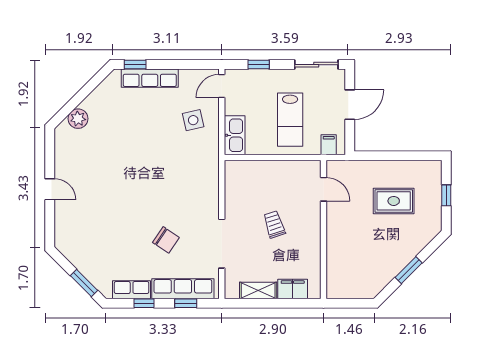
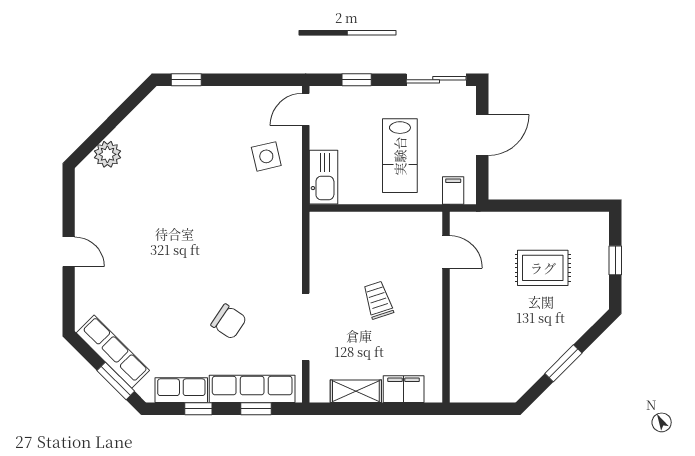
row of seats: (150, 78) -> (113, 352), moved, turned -135

